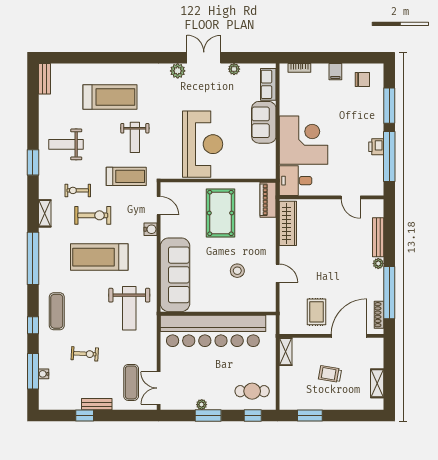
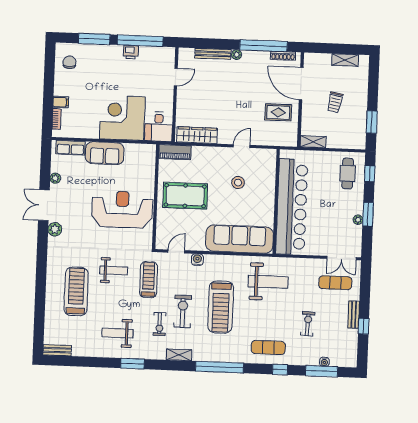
filing cabinet: (335, 72) -> (61, 102), moved
weight bench: (66, 144) -> (117, 333), turned 90

